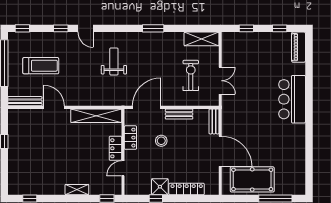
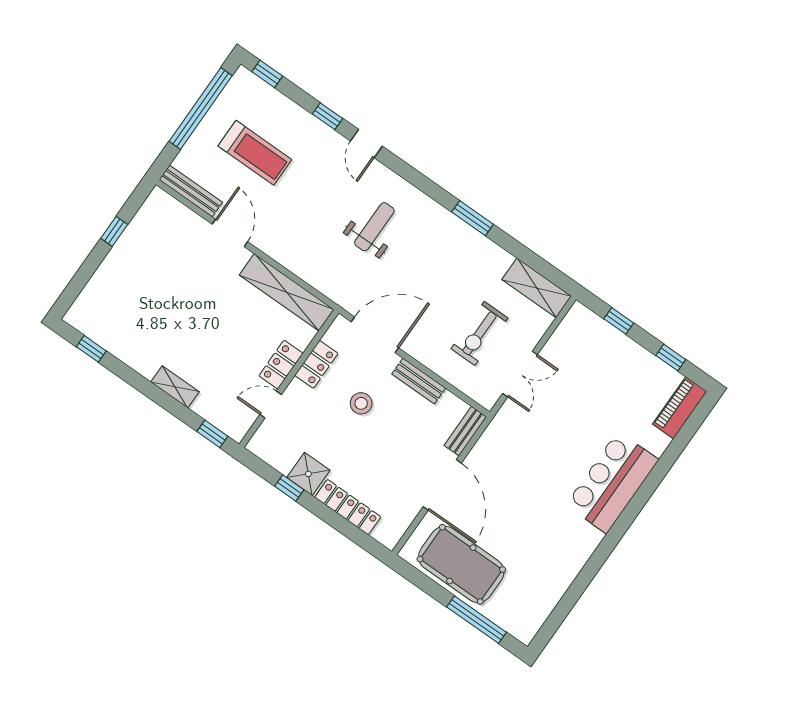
exercise bike: (191, 75) -> (480, 333), turned 180

